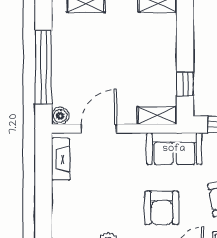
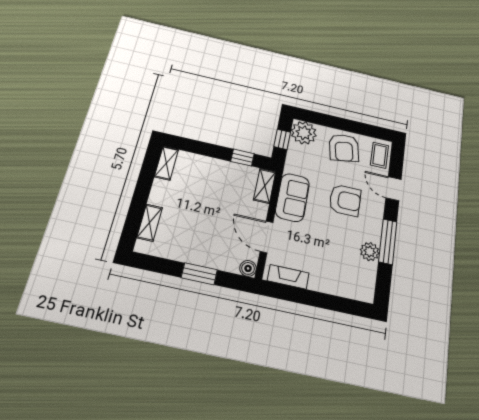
window: (43, 67) -> (199, 274), width x0.47
sofa: (174, 149) -> (292, 197), moved

